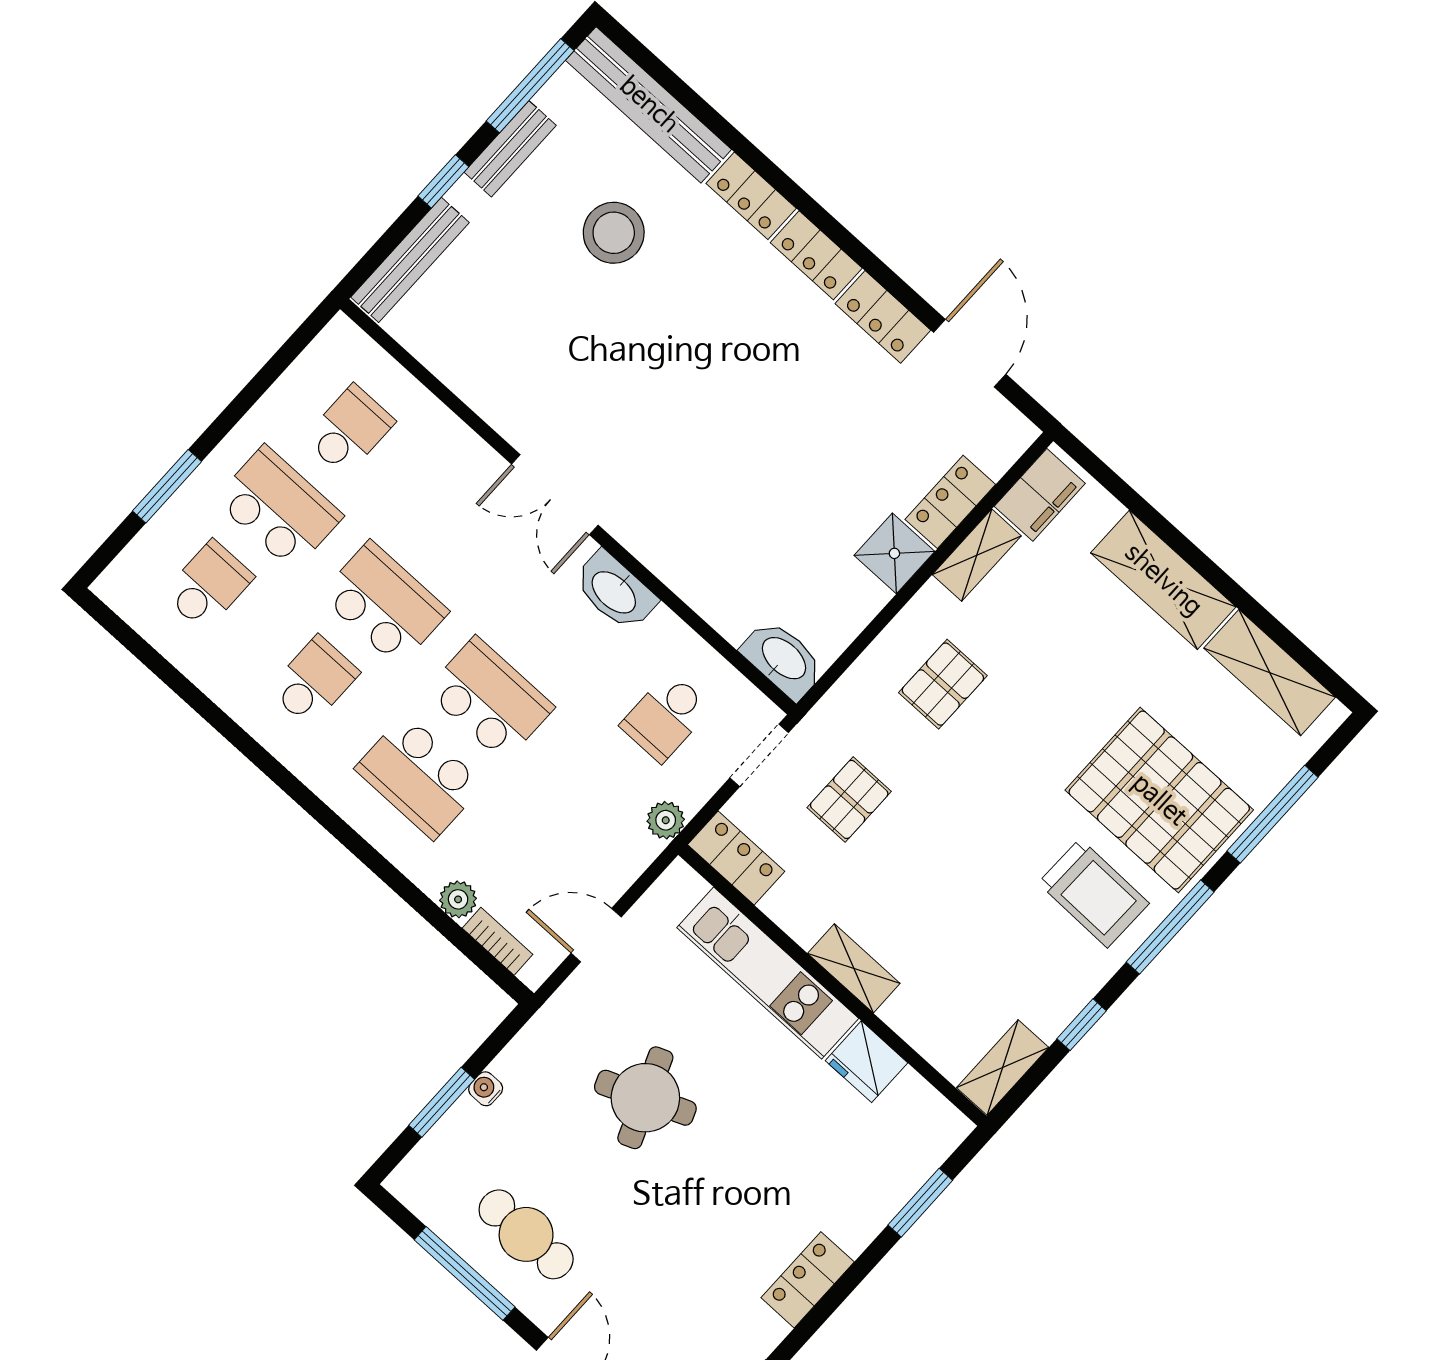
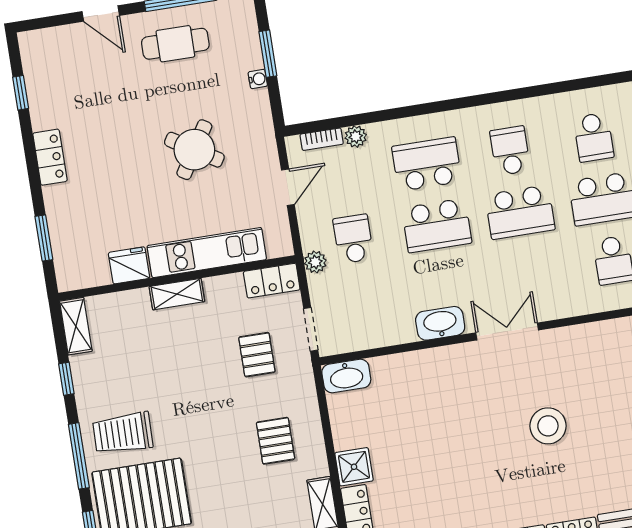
stool: (614, 233) -> (548, 426), moved
school desk: (314, 681) -> (510, 151), turned 180
school desk: (666, 717) -> (353, 239), moved
round table: (645, 1098) -> (194, 150), turned -36

